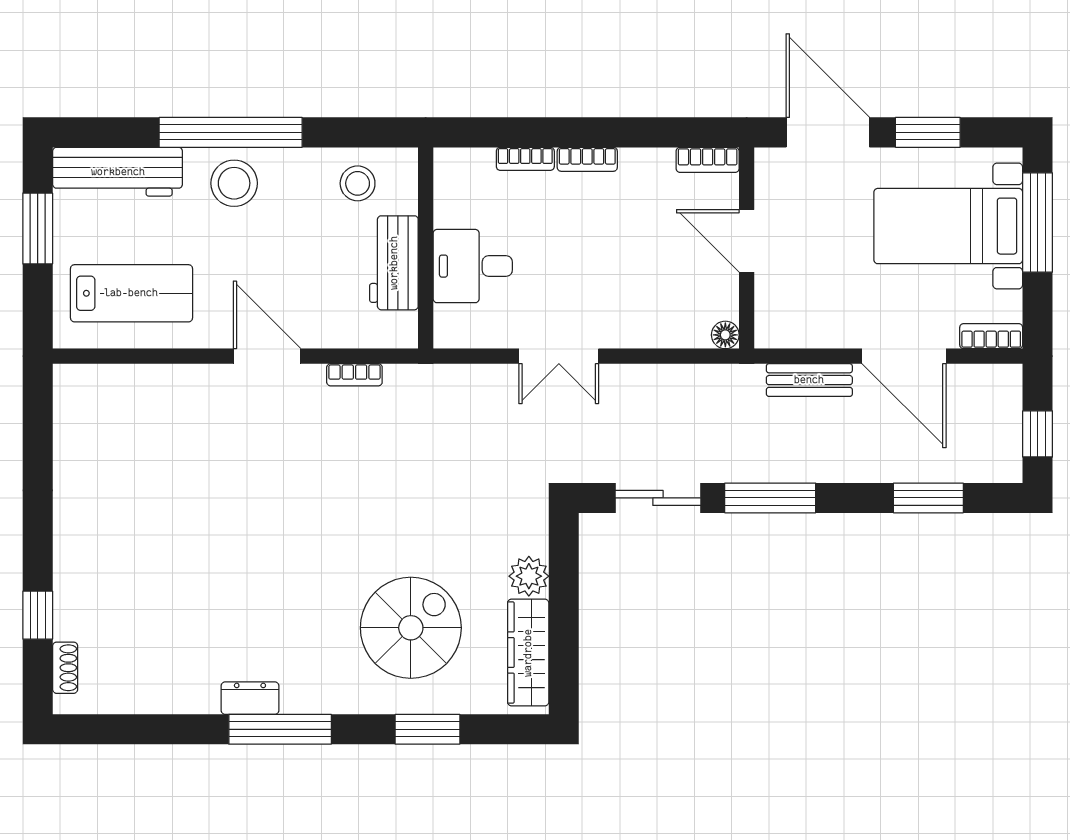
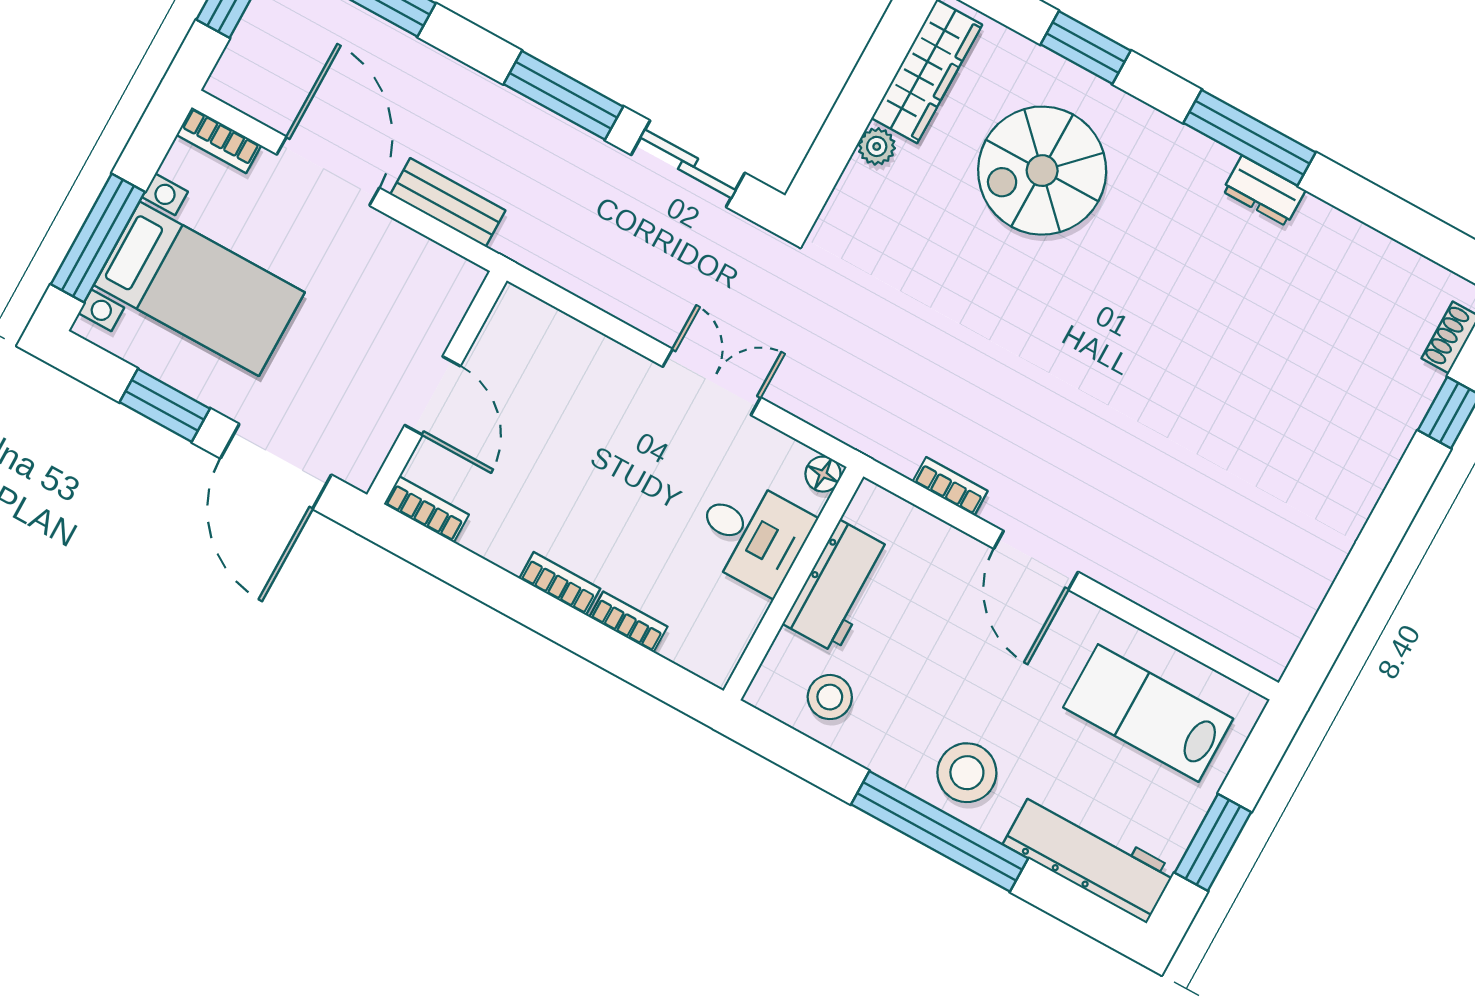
floor lamp: (725, 335) -> (823, 474), moved
plant: (529, 576) -> (877, 146), width x0.73, depth x0.73

